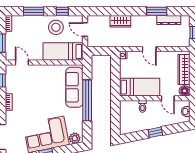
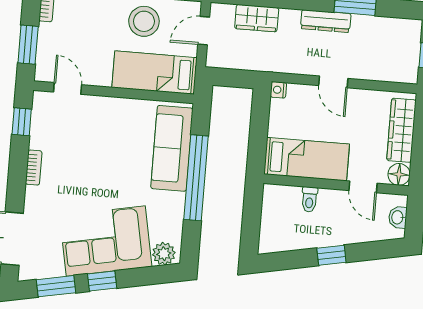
dresser: (169, 20) -> (326, 21), moved
wardrobe: (120, 21) -> (257, 18), moved
door: (85, 29) -> (204, 31), hinge flipped

